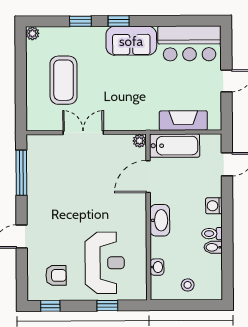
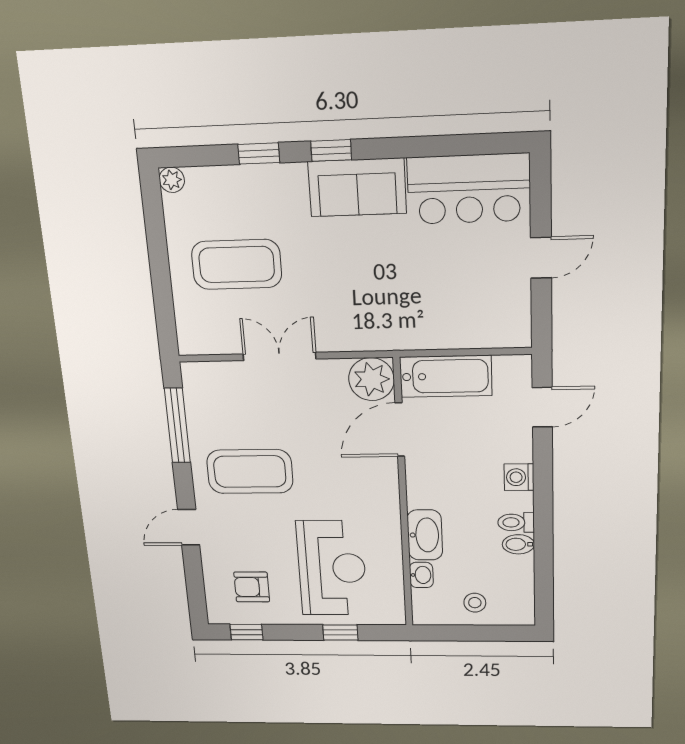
coffee table: (64, 80) -> (237, 264), turned 90
fireplace: (183, 121) -> (461, 332), removed
plant: (139, 141) -> (371, 379), width x1.88, depth x1.88
coffee table: (61, 201) -> (250, 472), added
washbasin: (160, 220) -> (425, 535), moved
armchair: (56, 275) -> (252, 587), turned 180

